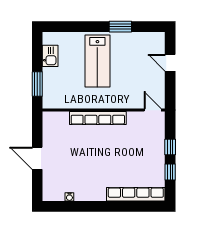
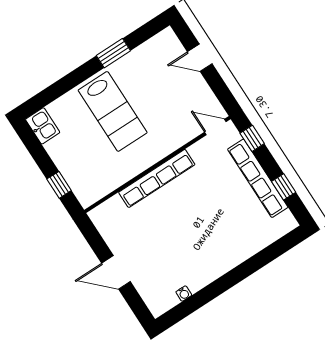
kitchen sink: (50, 56) -> (43, 126), moved
window: (37, 84) -> (59, 185), width x0.67
window: (170, 147) -> (252, 138), moved
row of seats: (136, 194) -> (258, 178), moved, turned -90

